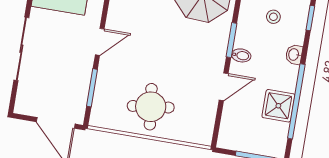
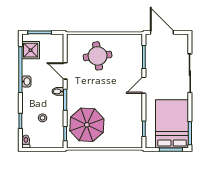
washbasin: (294, 55) -> (26, 81), moved
door: (224, 87) -> (65, 71), hinge flipped
shower: (278, 106) -> (31, 50), moved
round table: (151, 107) -> (98, 56), moved

